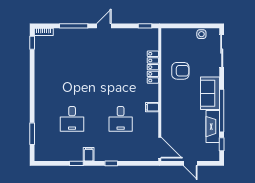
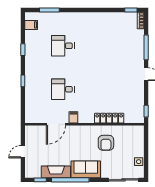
door: (160, 148) -> (56, 124), moved
filing cabinet: (89, 154) -> (31, 25), moved

